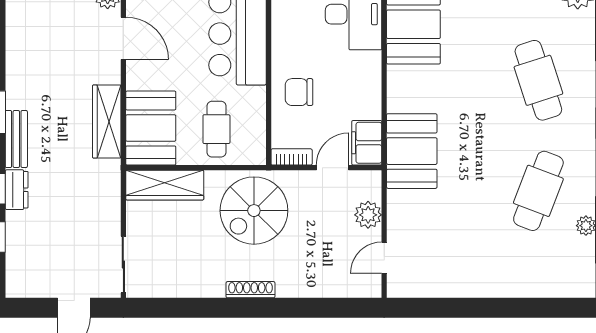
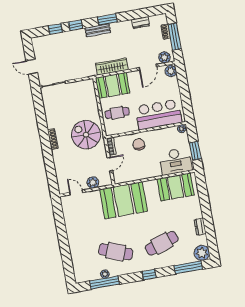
filing cabinet: (367, 143) -> (123, 177), removed
booth: (412, 151) -> (124, 200), width x1.36, depth x1.42
door: (333, 168) -> (110, 164), hinge flipped
wardrobe: (165, 185) -> (90, 96), removed
dresser: (17, 190) -> (141, 23), moved

